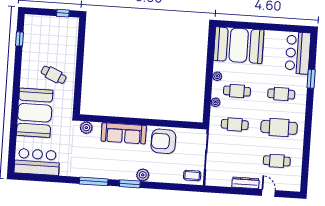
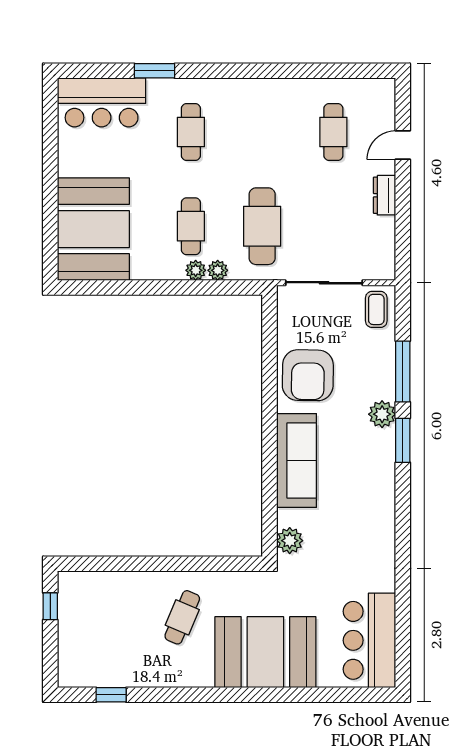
plant: (217, 76) -> (196, 270), moved
cafe table: (235, 124) -> (262, 226), width x1.37, depth x1.35
cafe table: (279, 127) -> (262, 132), removed
window: (94, 181) -> (403, 372), moved
dresser: (245, 183) -> (385, 195), width x0.70

